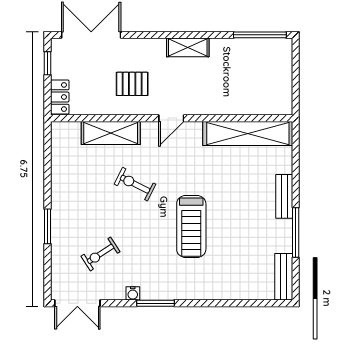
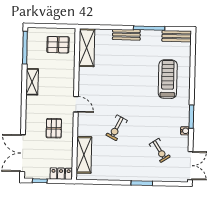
shelving: (188, 47) -> (32, 82), moved
pallet: (266, 88) -> (58, 45), added
shelving: (111, 133) -> (84, 155), moved
shelving: (248, 133) -> (87, 48), width x0.68
treadmill: (191, 226) -> (168, 79), moved, turned -90

